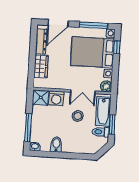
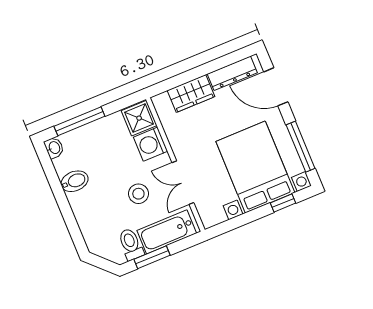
plant: (106, 86) -> (210, 217), removed

